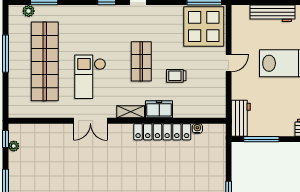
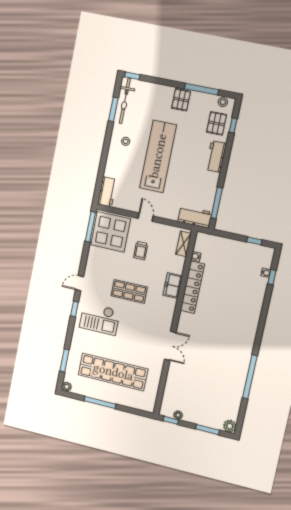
plant: (29, 11) -> (67, 387), moved
workbench: (273, 13) -> (107, 192), moved, width x0.73
trolley: (176, 76) -> (141, 251), moved
checkout: (90, 77) -> (100, 319), moved
shelving: (131, 112) -> (183, 244), moved

